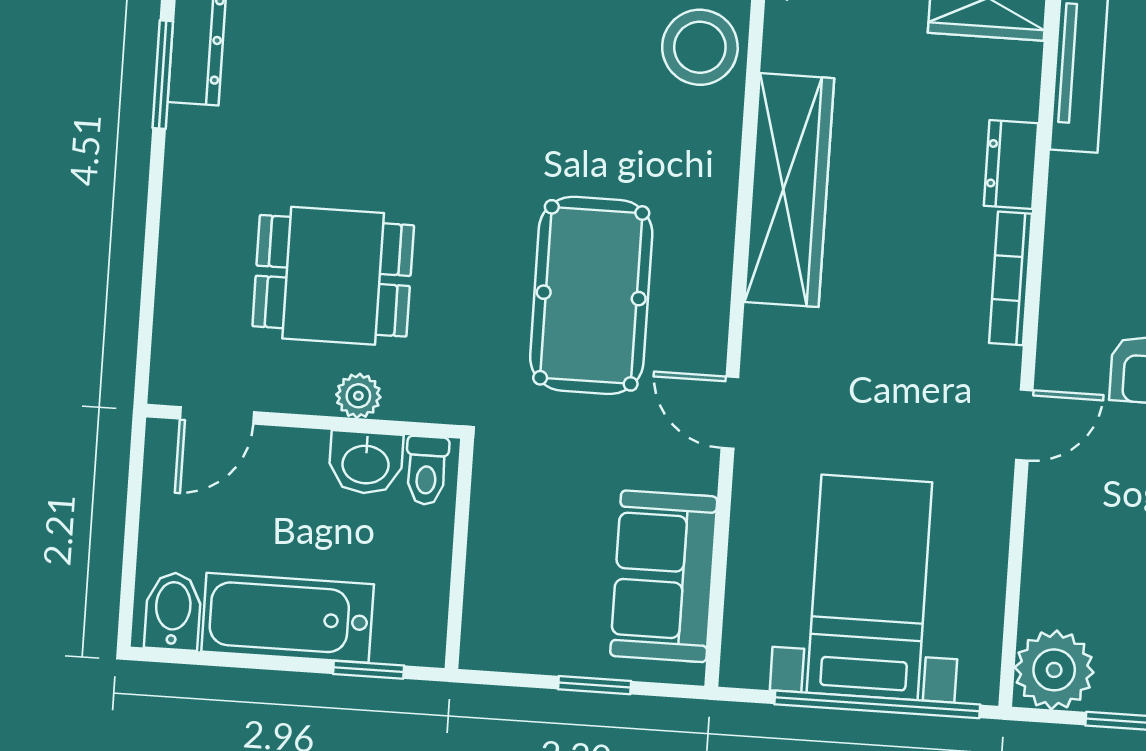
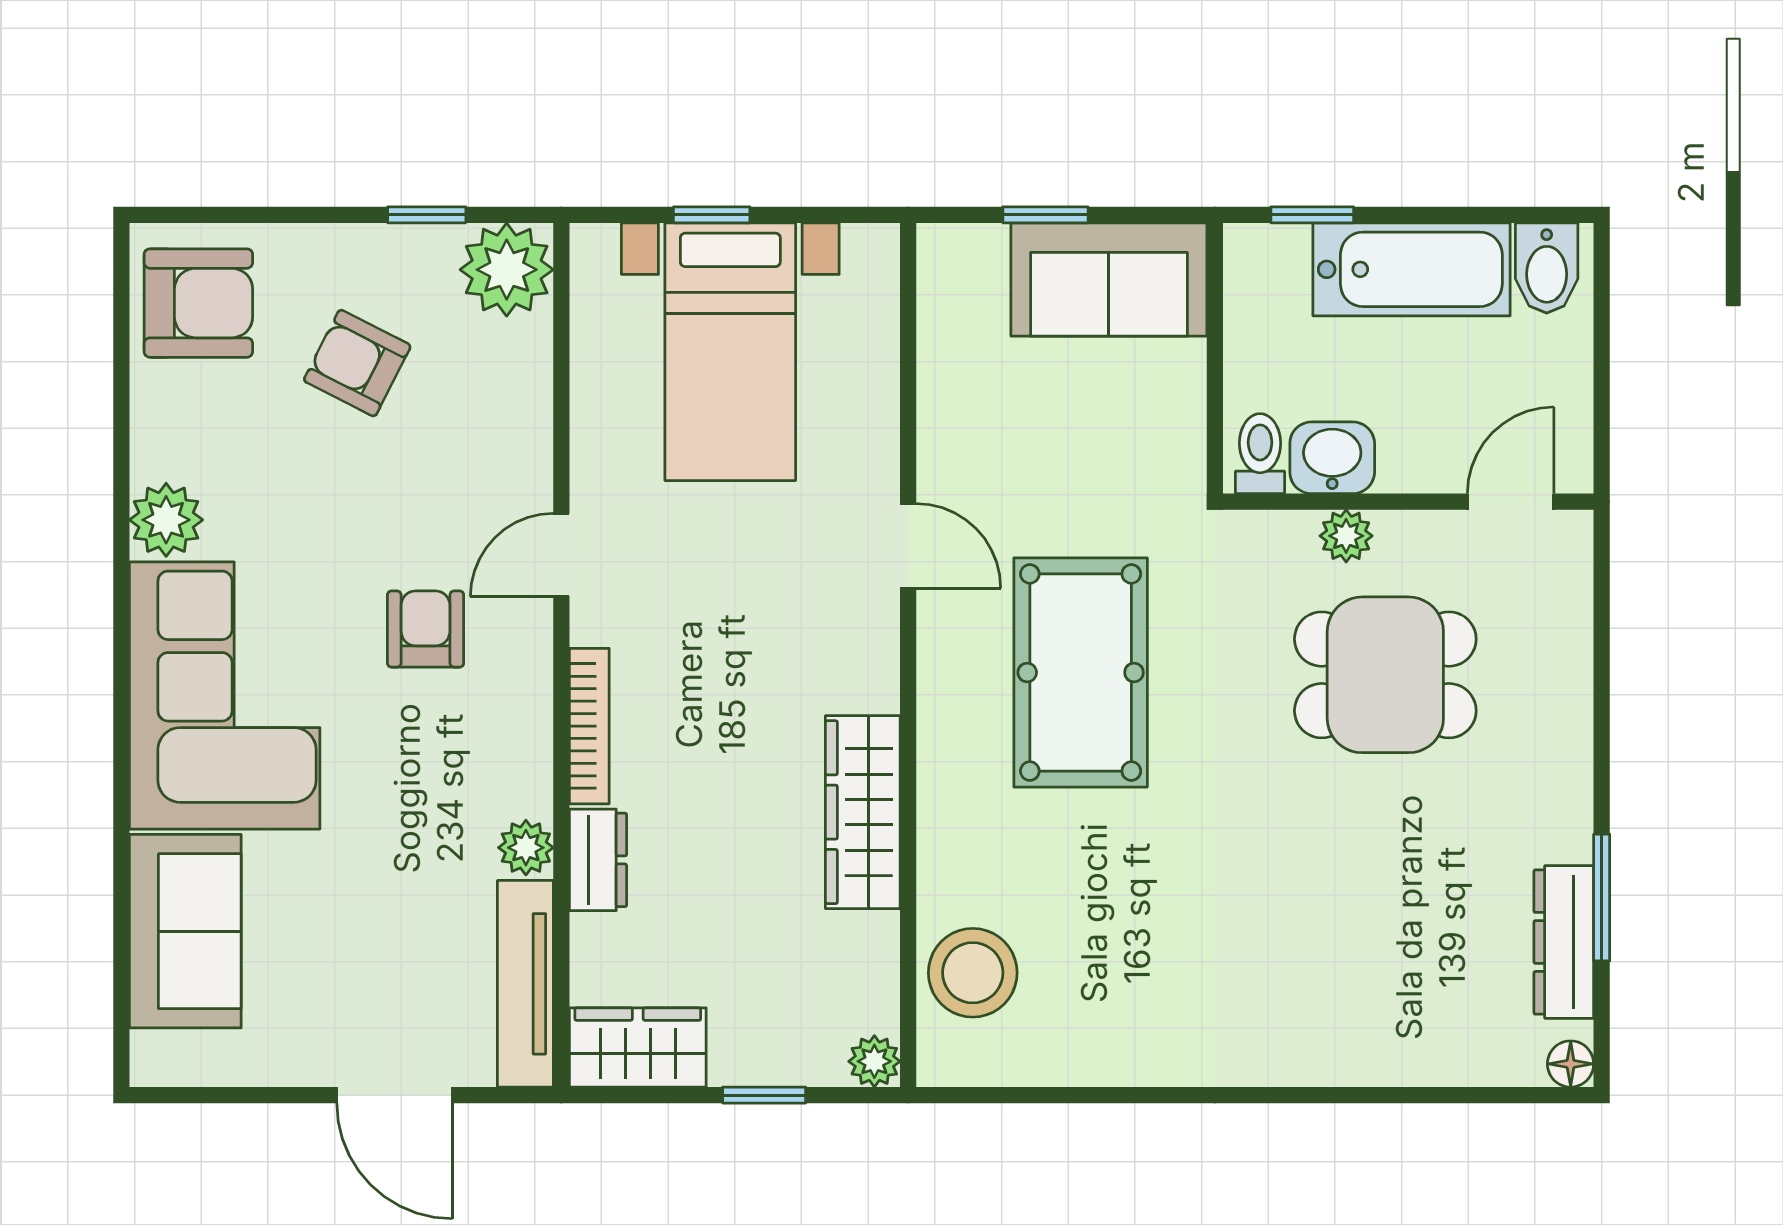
plant: (1071, 179) -> (526, 848), added
wardrobe: (789, 190) -> (863, 812), width x0.71, depth x0.85
sofa: (664, 576) -> (1109, 279), moved, turned 90
window: (877, 704) -> (712, 215), width x0.32

